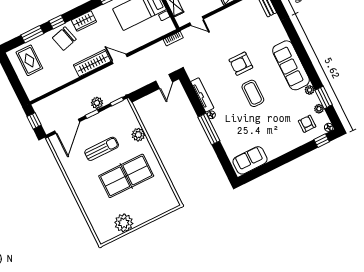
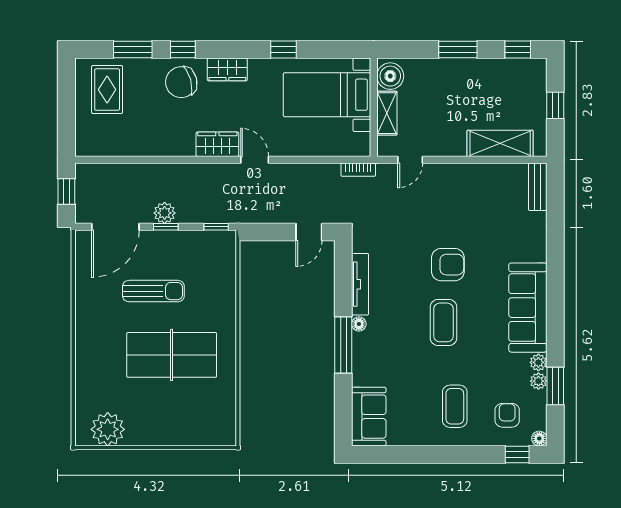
door: (197, 21) -> (410, 160), hinge flipped
wardrobe: (92, 63) -> (217, 144), width x0.67
armchair: (241, 64) -> (448, 265), turned 180
plant: (97, 103) -> (165, 213), moved
plant: (319, 109) -> (538, 381), moved
coffee table: (279, 132) -> (455, 406), added
plant: (138, 135) -> (224, 298), removed
sofa: (250, 160) -> (369, 417), moved, turned 90
plant: (124, 223) -> (108, 429), moved

